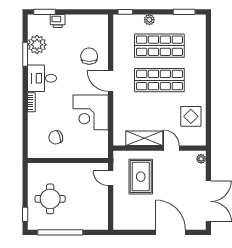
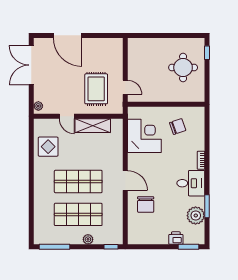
window: (184, 12) -> (55, 247), width x1.44
corner desk: (91, 112) -> (144, 136), moved
window: (60, 232) -> (173, 35), removed

